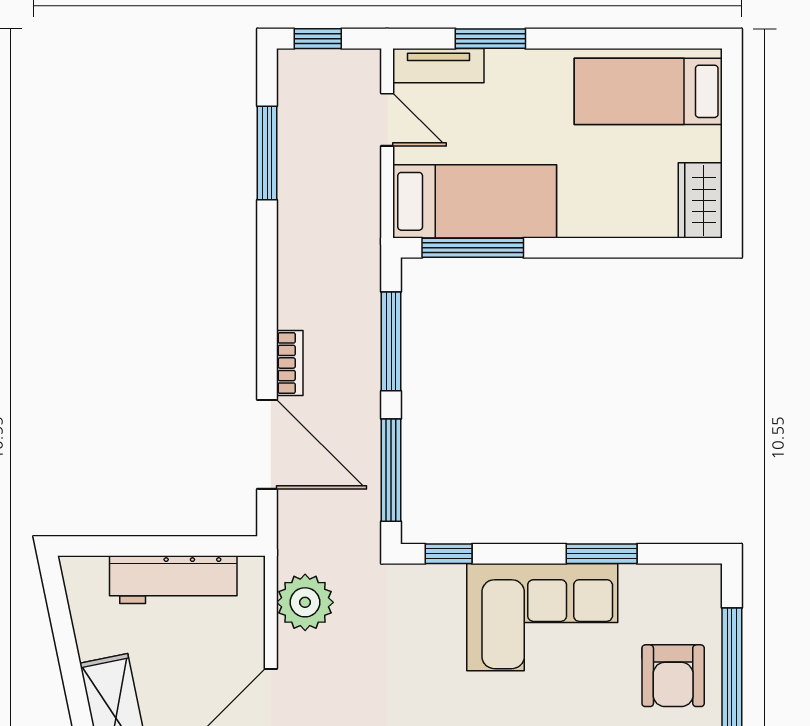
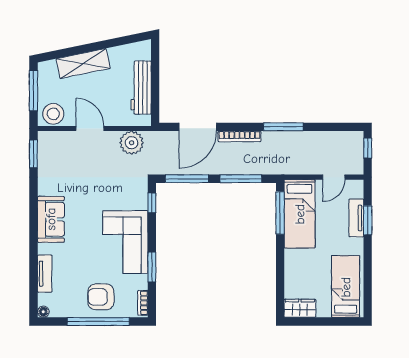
tv unit: (438, 66) -> (356, 218), moved
window: (267, 153) -> (283, 127), moved
bookcase: (290, 363) -> (239, 136), width x1.56
bookcase: (687, 576) -> (143, 303), added

